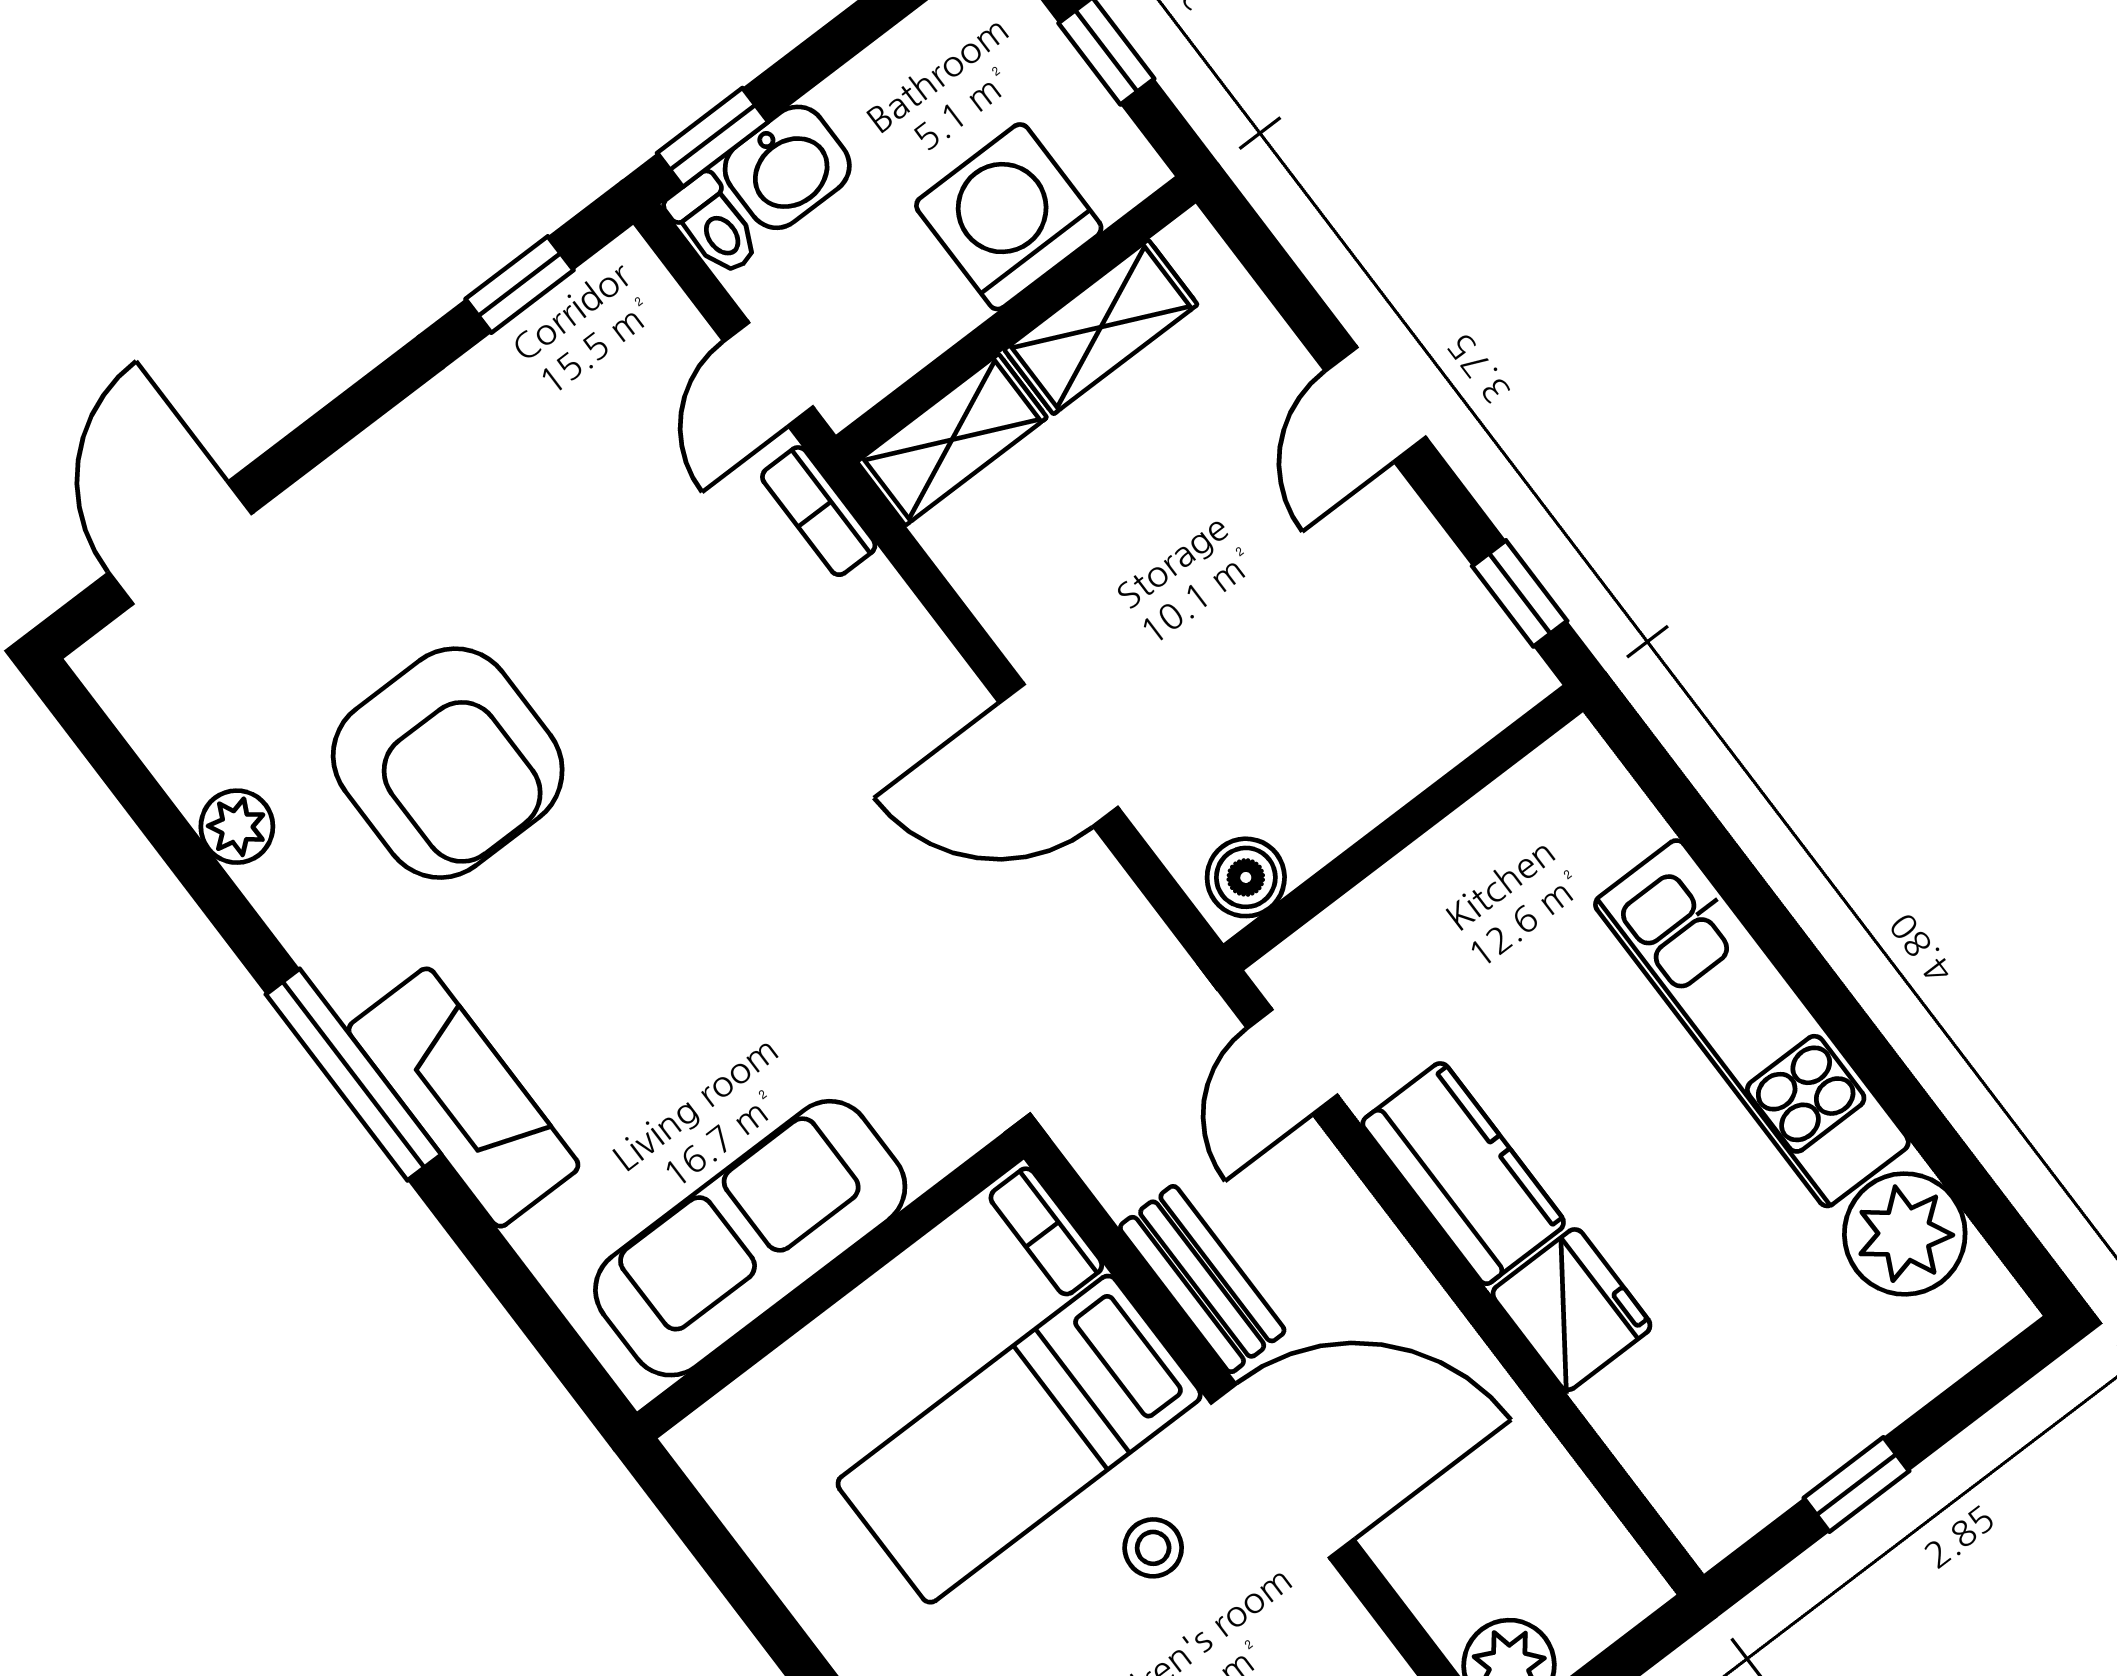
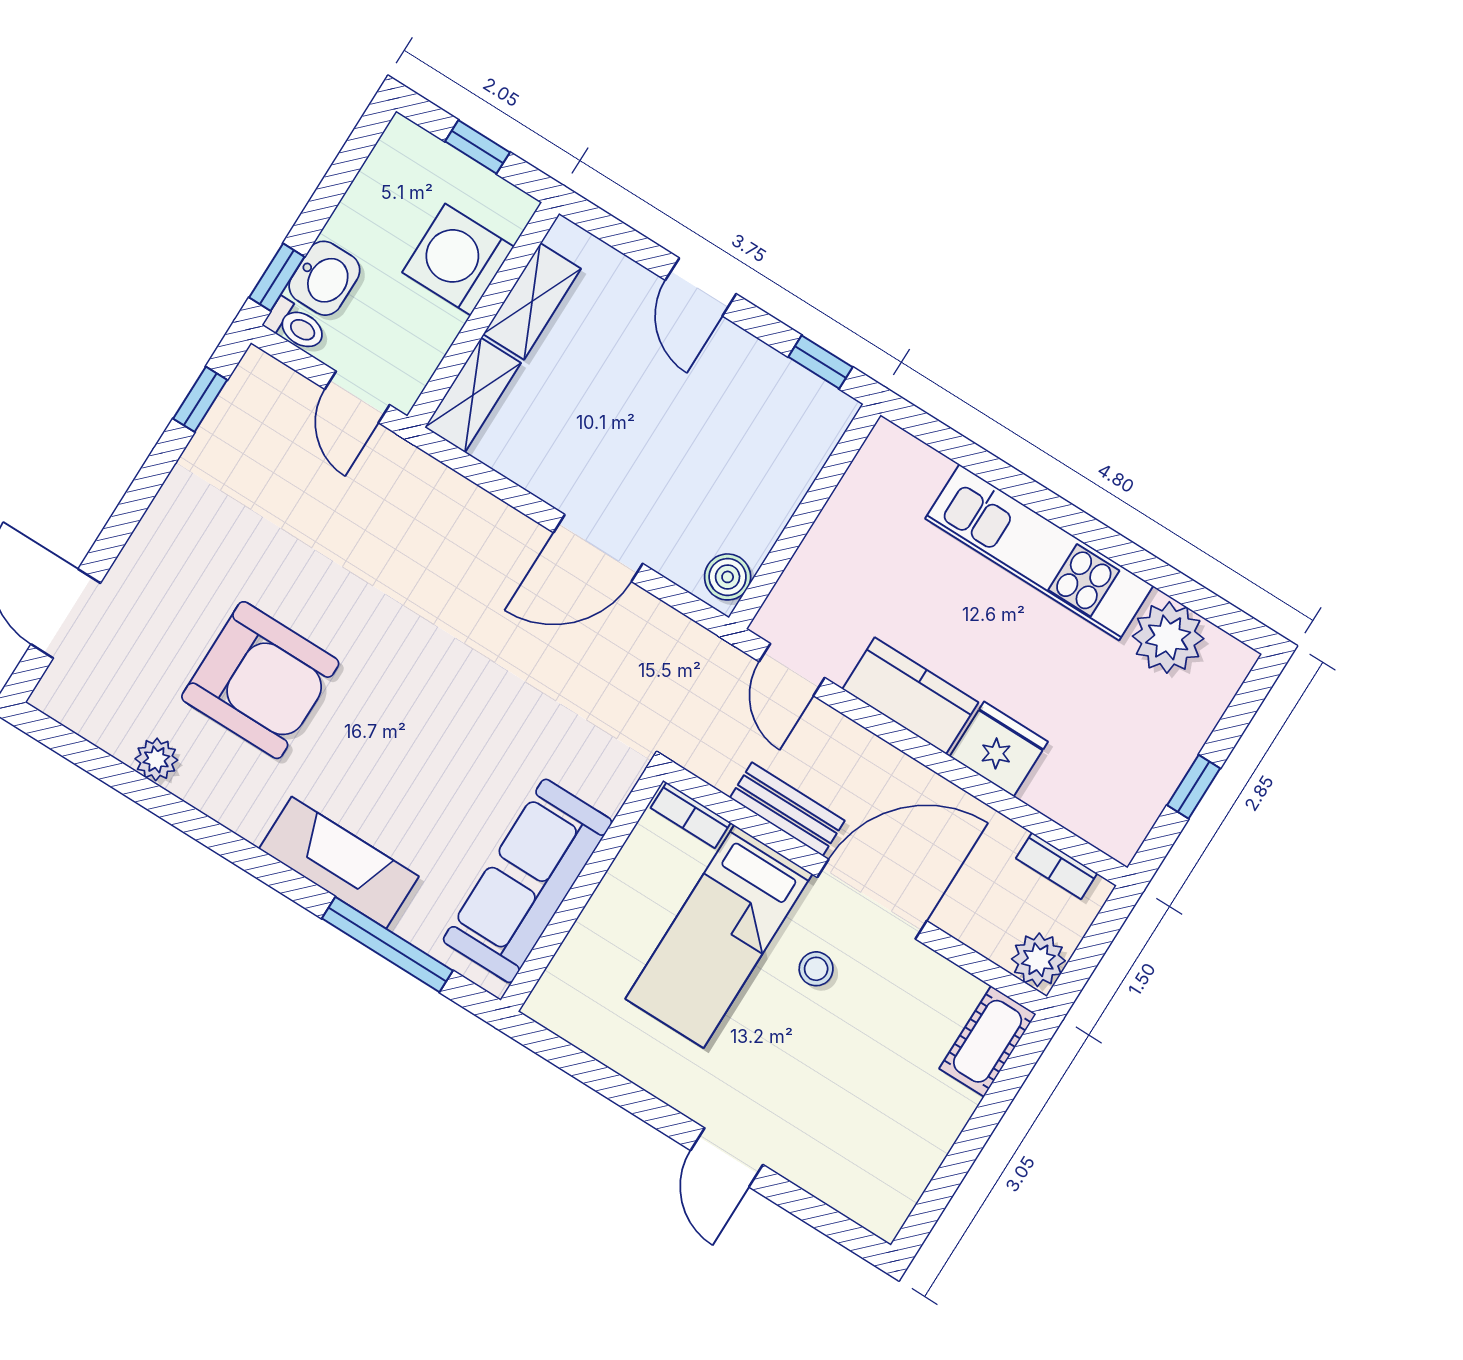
bookcase: (819, 511) -> (1057, 866), moved
window: (354, 1075) -> (387, 945), moved

